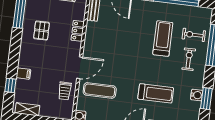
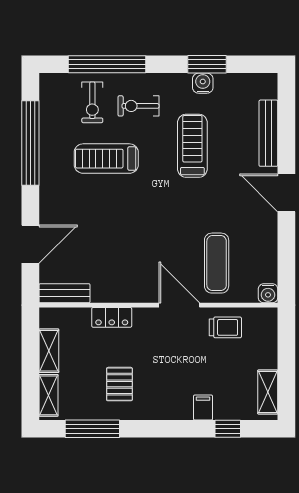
pallet: (41, 31) -> (119, 384), turned 90
treadmill: (156, 93) -> (192, 146), moved

